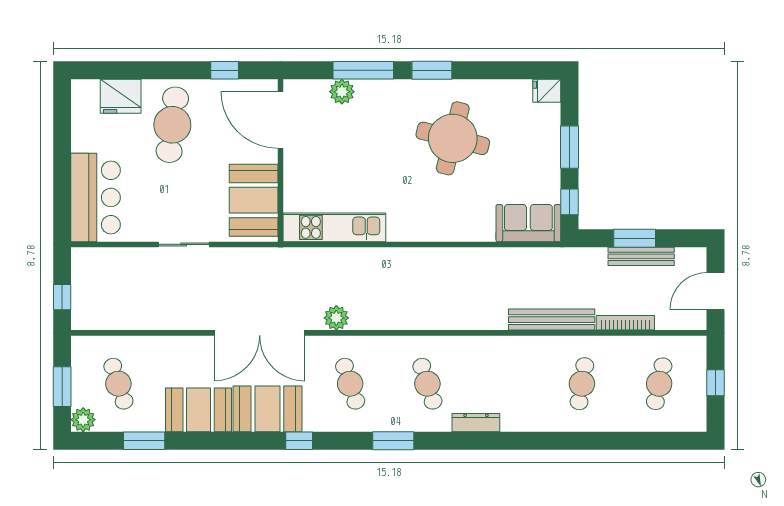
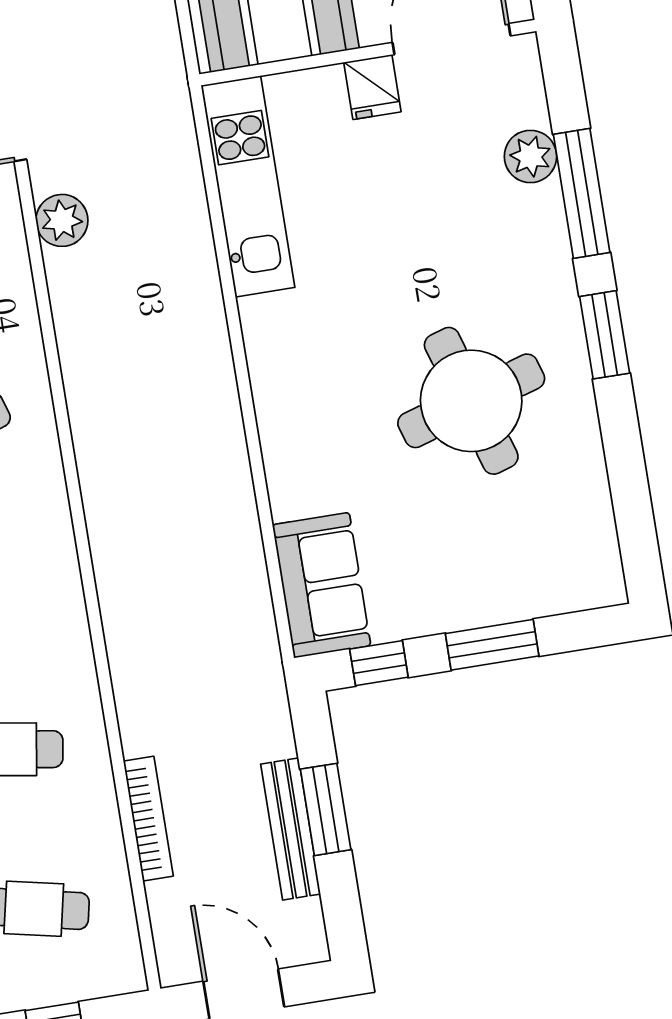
fridge: (547, 91) -> (372, 87), moved, turned 180
round table: (453, 138) -> (471, 401), turned -31
bench: (552, 320) -> (130, 665), removed

